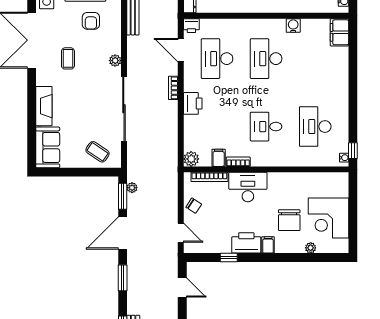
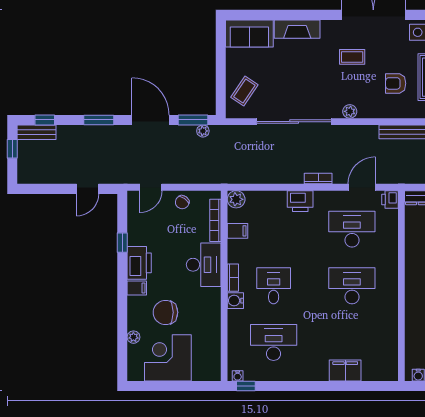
water cooler: (293, 26) -> (235, 301), moved, turned 180
filing cabinet: (339, 32) -> (345, 371), moved
bookcase: (238, 162) -> (233, 278), moved

